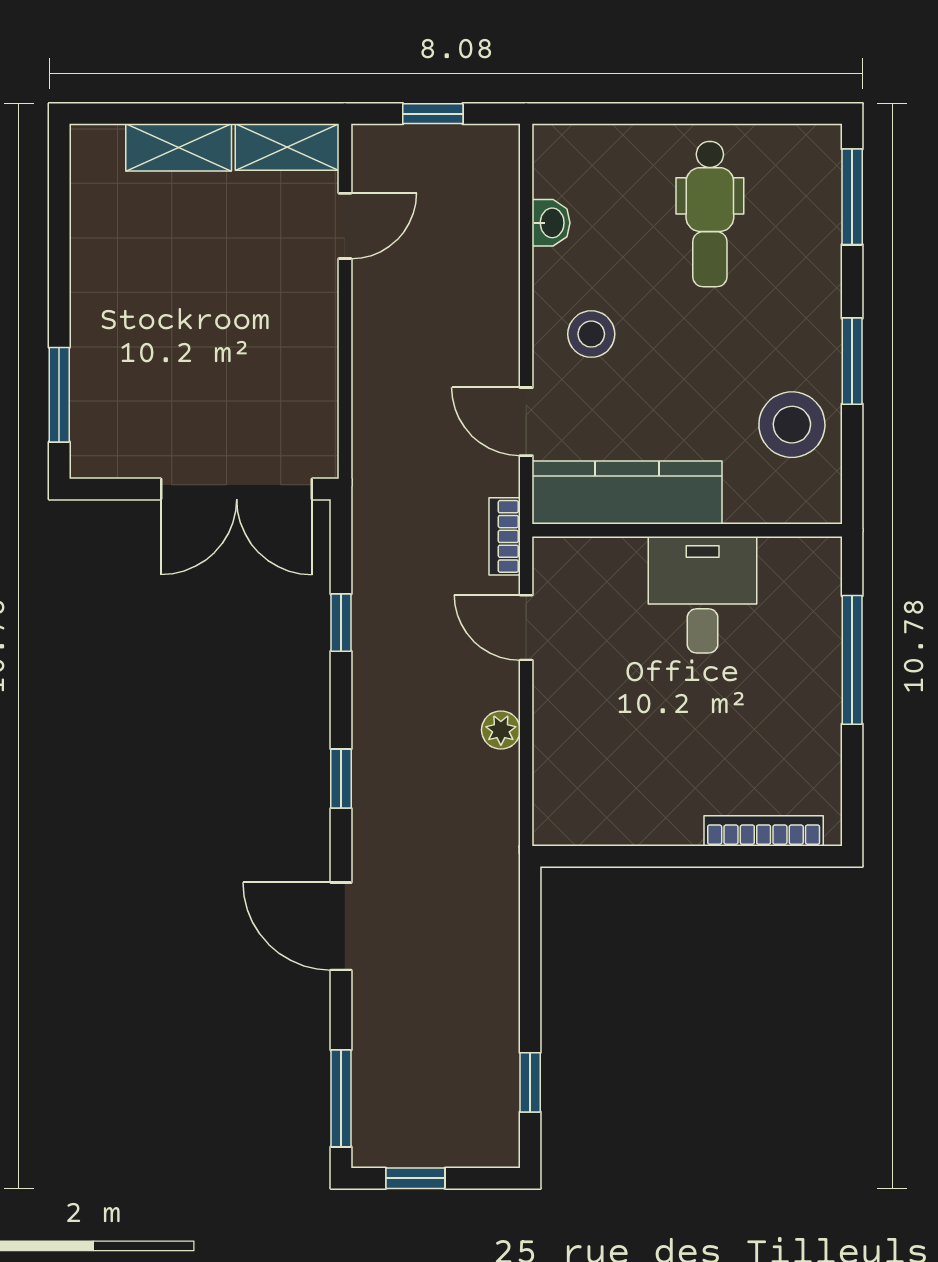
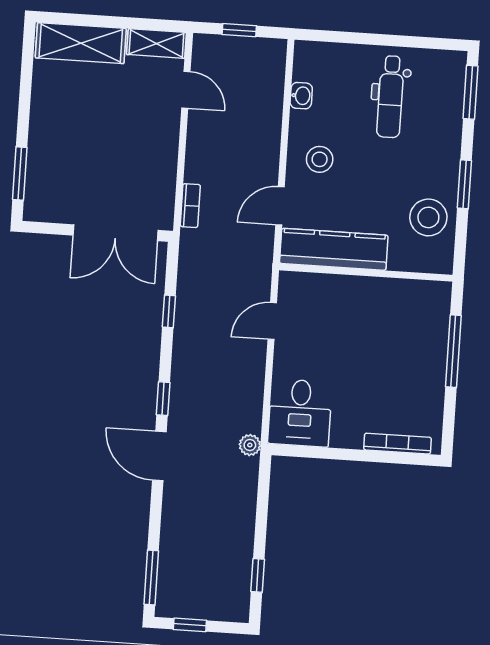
shelving: (179, 147) -> (81, 43), width x1.50, depth x1.33
door: (345, 226) -> (186, 90), hinge flipped
door: (526, 422) -> (280, 206), hinge flipped
bookcase: (505, 536) -> (190, 206), moved, turned 180
desk: (703, 595) -> (300, 413), moved, turned 180
door: (526, 628) -> (272, 321), hinge flipped
plant: (501, 730) -> (250, 445), moved
door: (341, 926) -> (159, 456), moved

